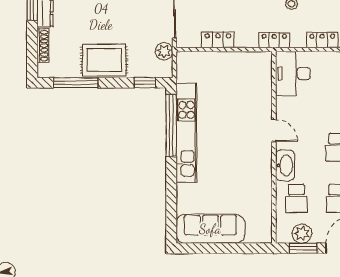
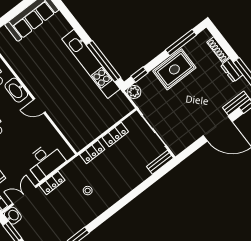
locker: (274, 40) -> (92, 152), moved
plant: (164, 51) -> (134, 92), moved
desk: (293, 74) -> (45, 161), moved, turned 90

